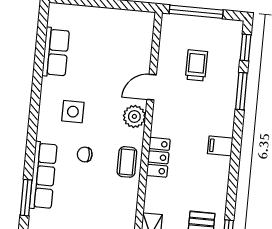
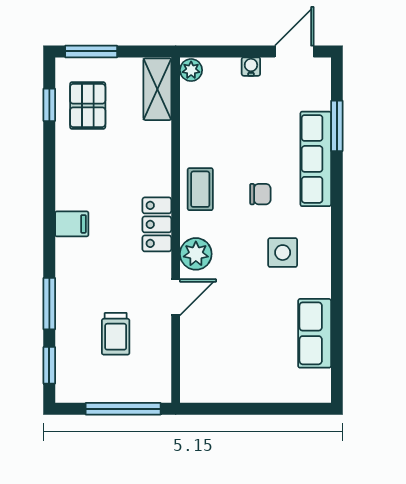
locker: (158, 157) -> (157, 224), moved

